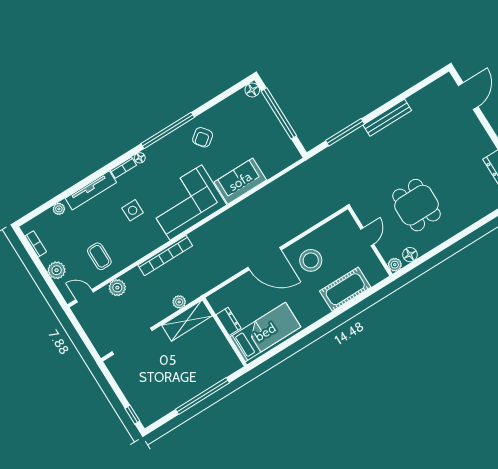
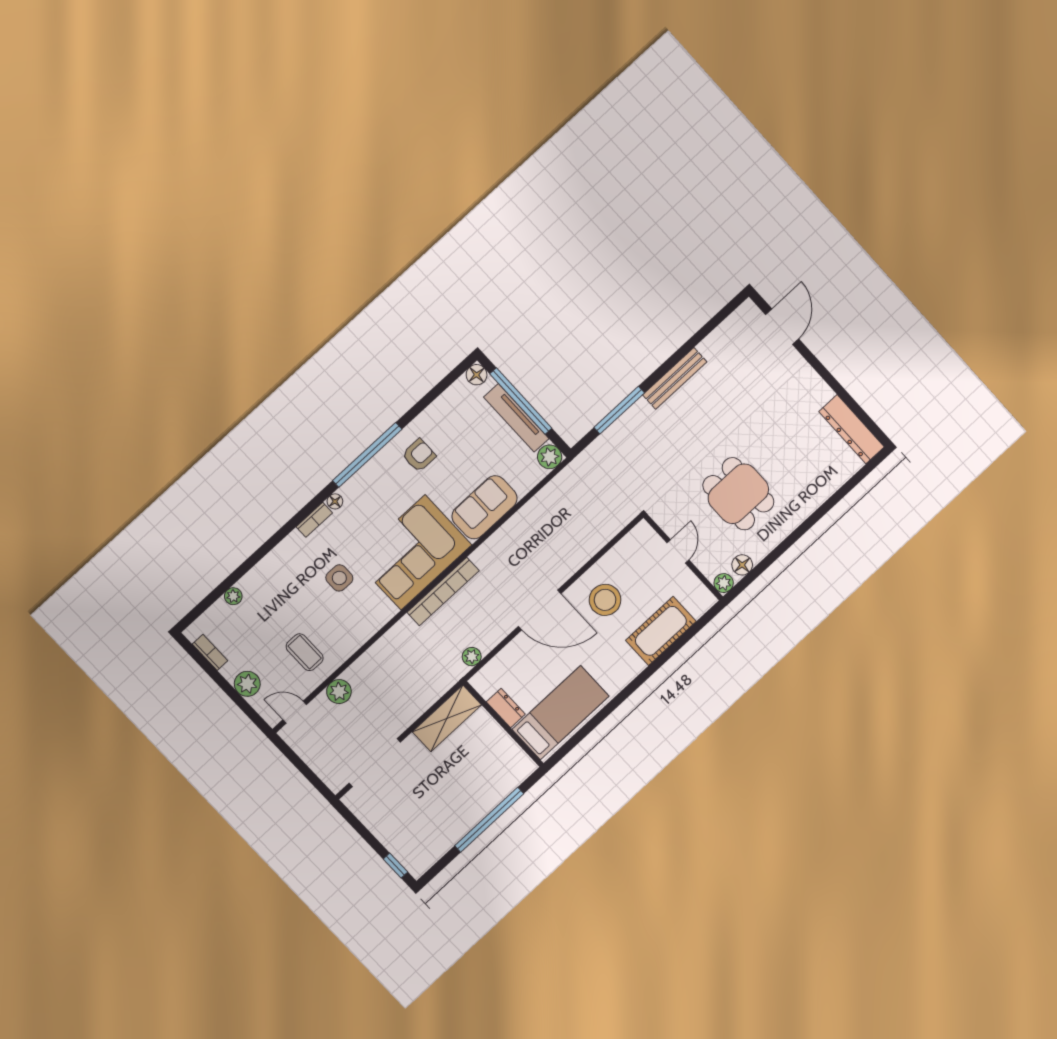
armchair: (203, 137) -> (419, 455), turned -142
plant: (291, 155) -> (550, 457), added
tv unit: (91, 190) -> (516, 418), moved, turned 90
bookcase: (165, 255) -> (443, 591), moved
plant: (179, 302) -> (472, 657), moved

